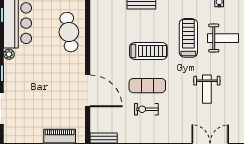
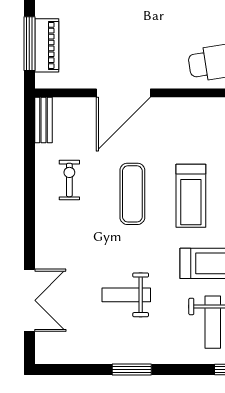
exercise bike: (146, 109) -> (69, 180), moved

